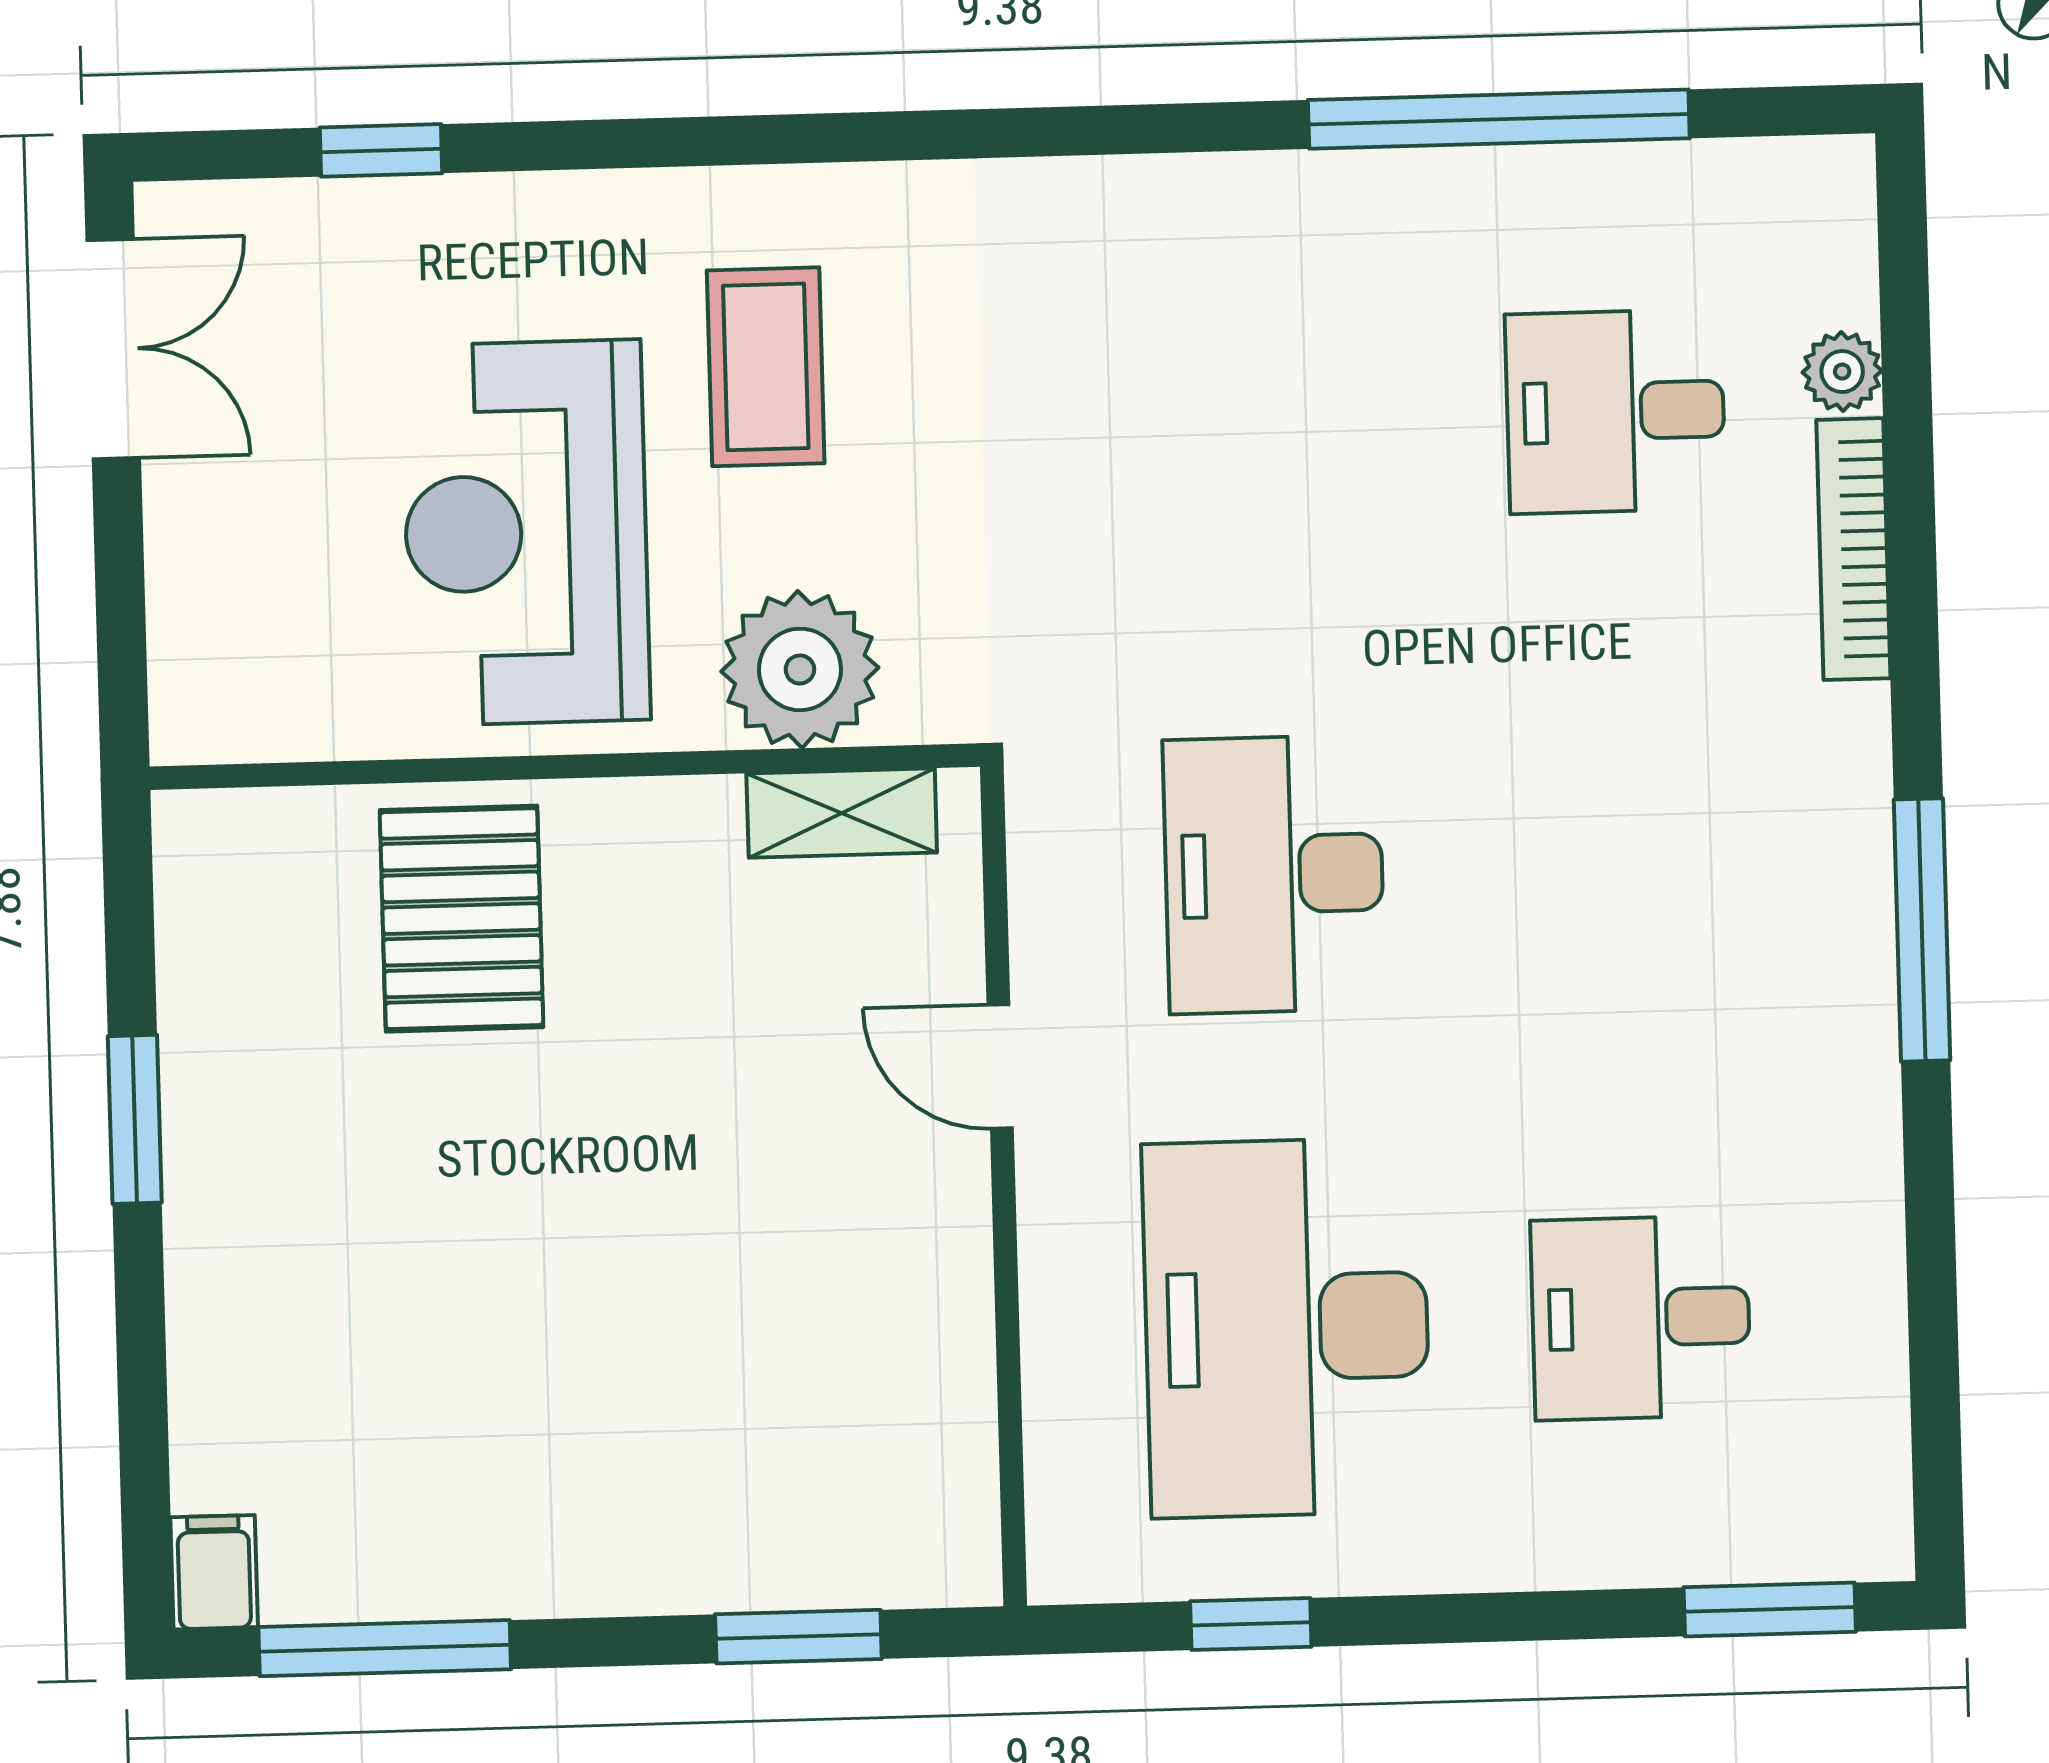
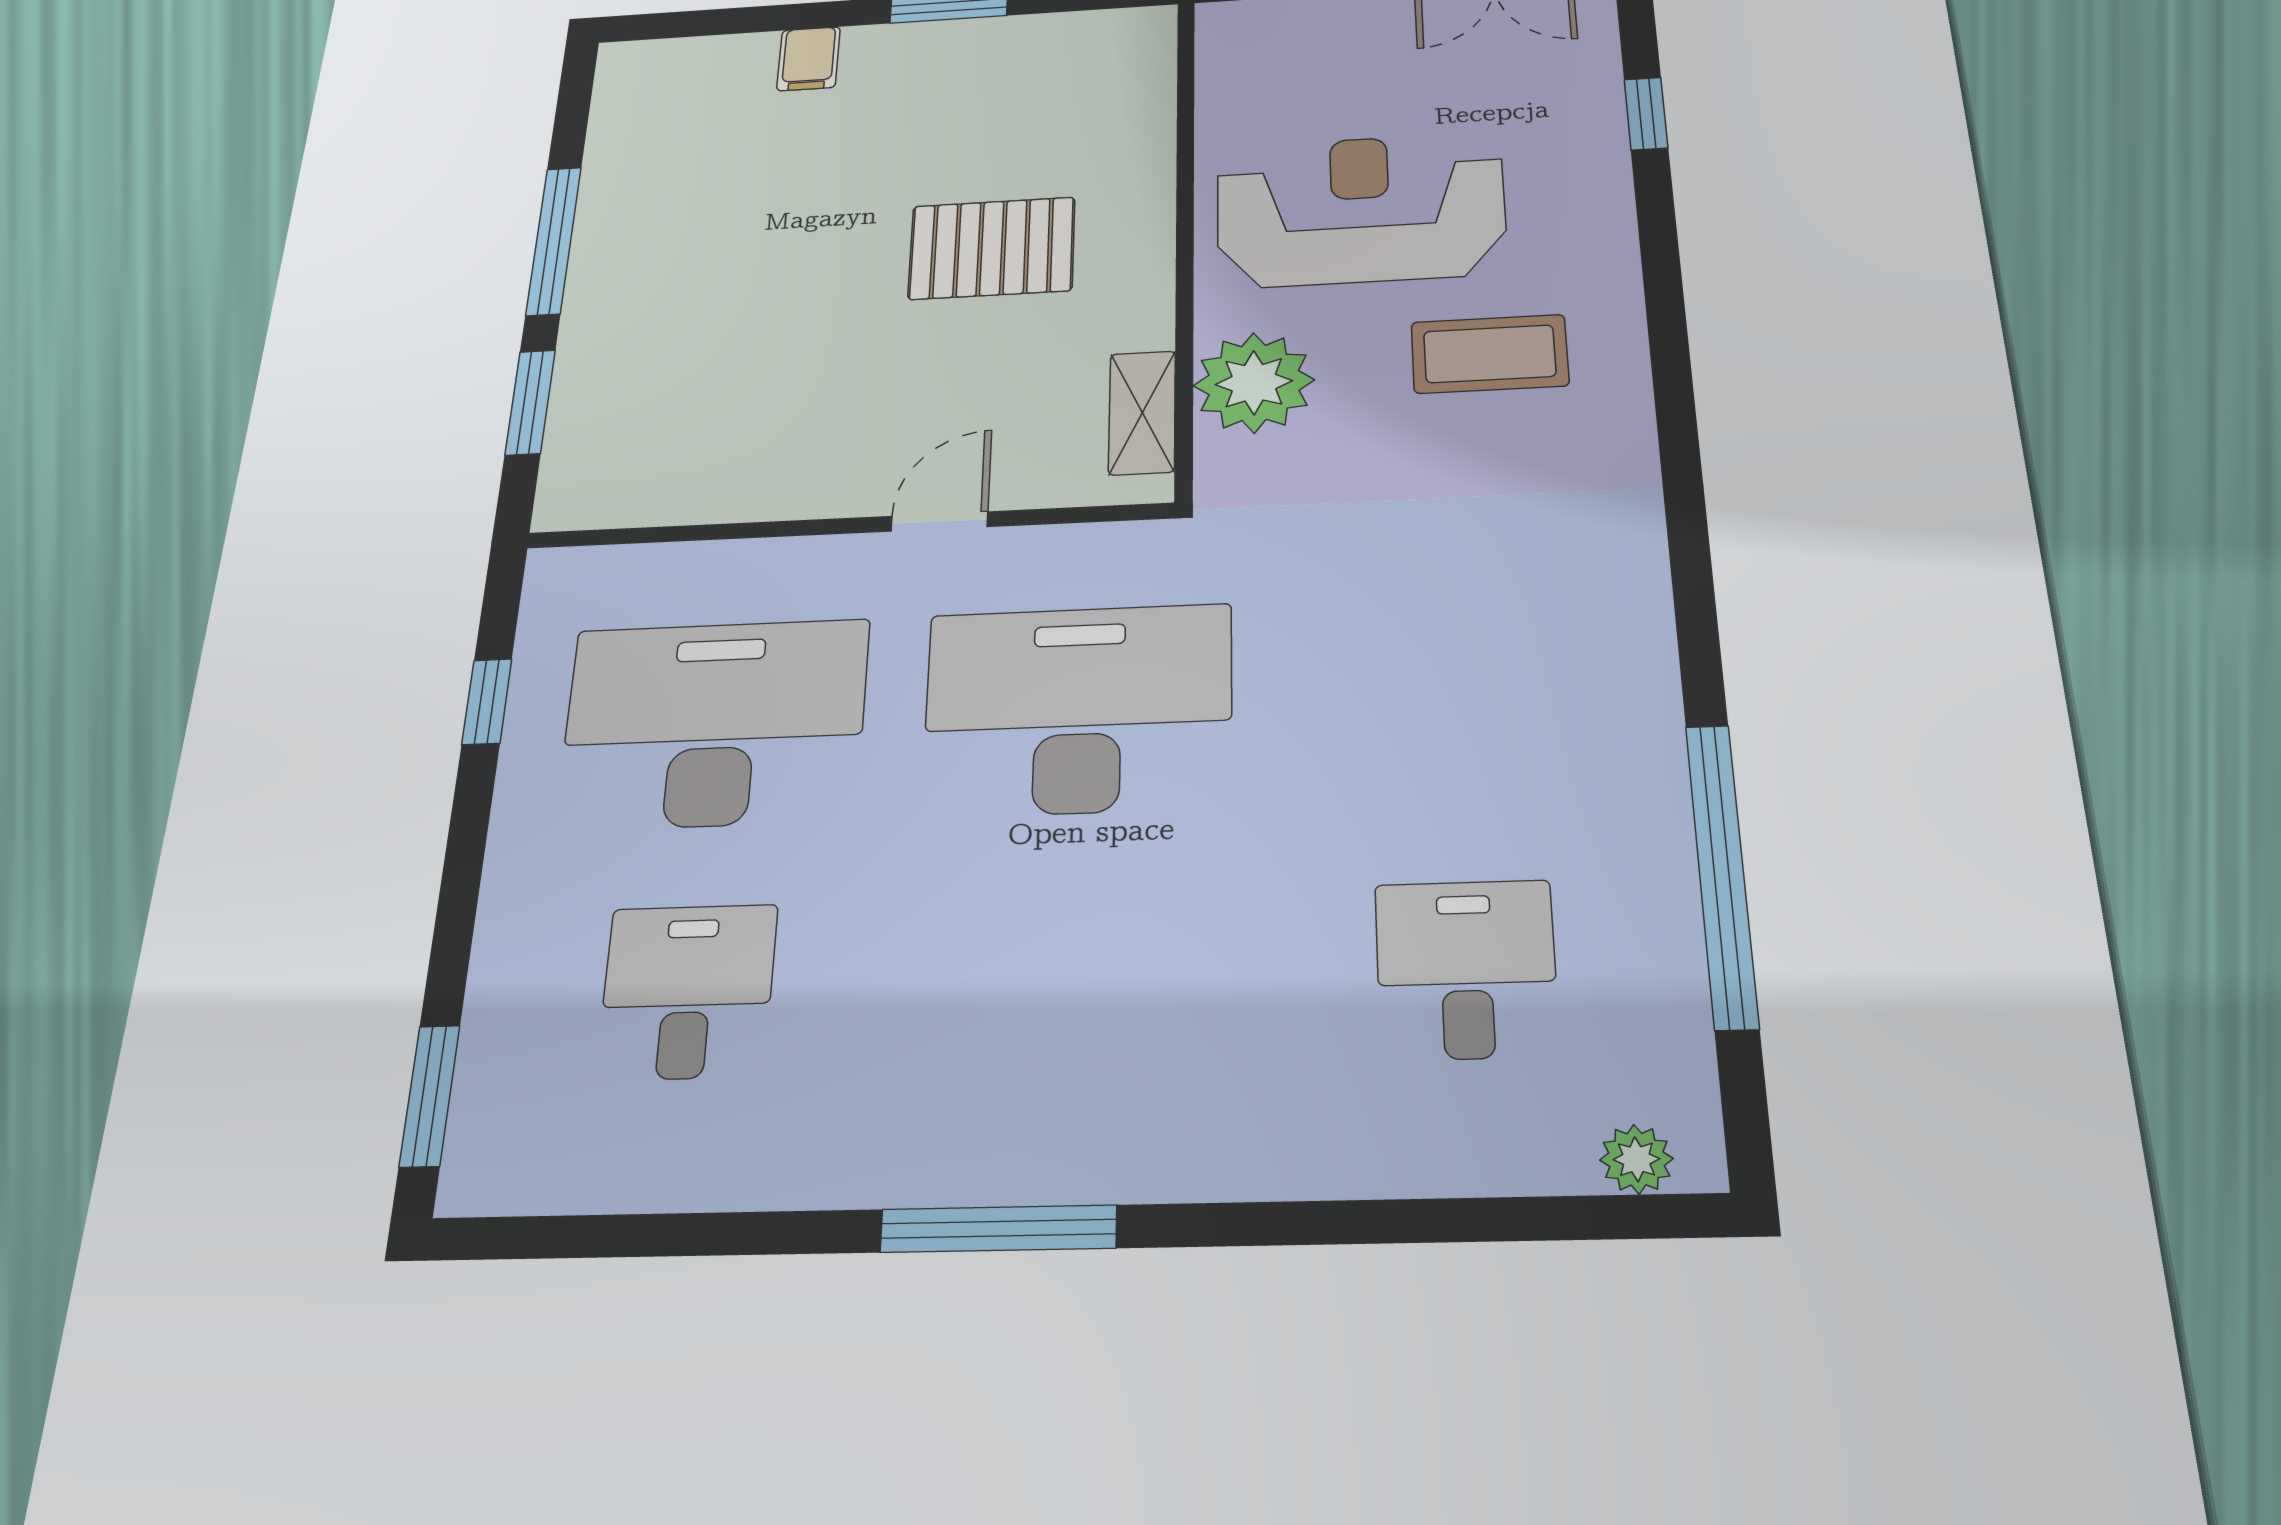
plant: (1842, 372) -> (1636, 1159), moved
bookcase: (1853, 549) -> (1344, 1171), removed
desk: (1274, 874) -> (1078, 710), width x1.36, depth x1.30
pallet: (461, 919) -> (992, 248), moved
filing cabinet: (214, 1572) -> (809, 59), moved, turned 90
window: (385, 1648) -> (554, 241), moved

